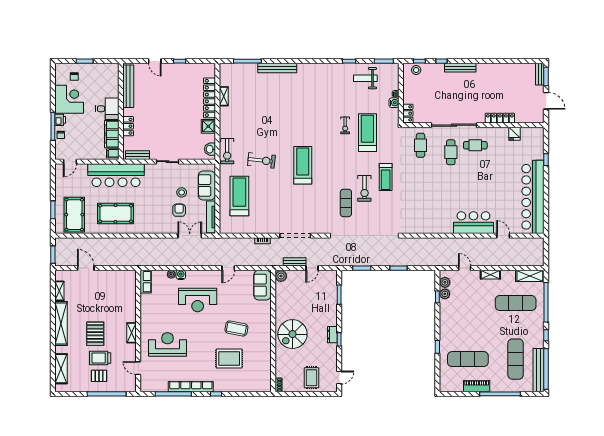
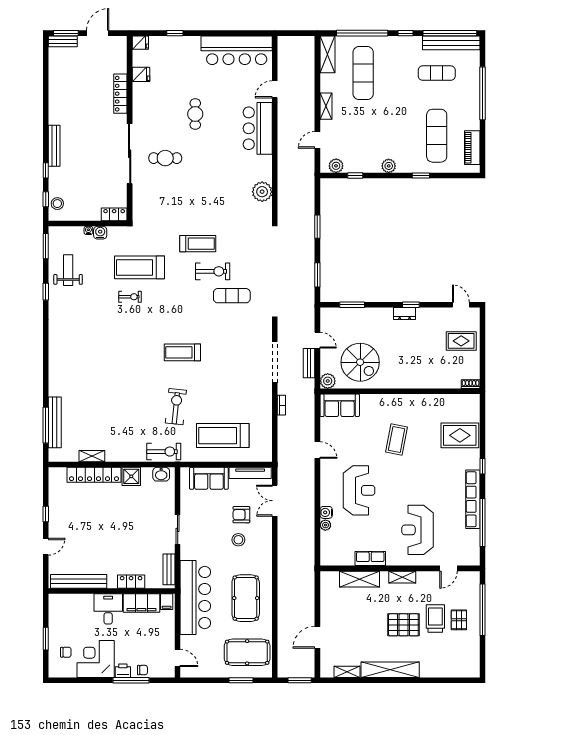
bench: (277, 68) -> (55, 422), moved
weight bench: (365, 78) -> (68, 270), turned 180
fridge: (539, 133) -> (140, 43), added
cafe table: (421, 145) -> (156, 198), removed
cafe table: (475, 145) -> (195, 114), moved
treadmill: (303, 165) -> (182, 352), width x0.73, depth x0.73
stool: (182, 192) -> (238, 540), moved
bar counter: (533, 197) -> (237, 50), width x0.73
plant: (425, 226) -> (262, 192), added
row of seats: (146, 282) -> (370, 559), moved
plant: (445, 294) -> (389, 166), moved
spiral stairs: (292, 334) -> (360, 362), moved
trolley: (100, 358) -> (435, 618), turned 180
rug: (229, 359) -> (460, 435), moved, turned 90
exercise mat: (516, 359) -> (437, 73), width x0.73, depth x0.69
shelving: (61, 369) -> (359, 579), moved
piano: (477, 386) -> (472, 148), moved

